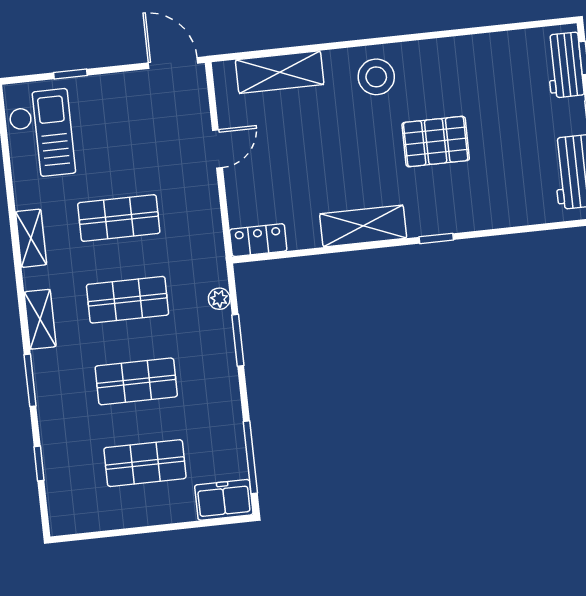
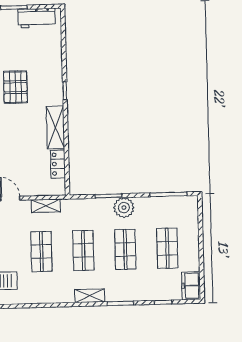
shelving: (31, 238) -> (46, 206), moved
locker: (258, 240) -> (58, 164), moved
plant: (219, 299) -> (124, 208), moved, width x1.88, depth x1.88
freezer: (224, 500) -> (191, 286), moved

